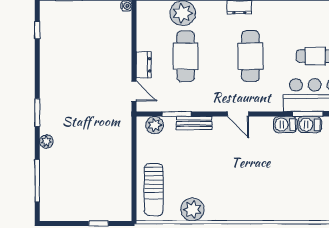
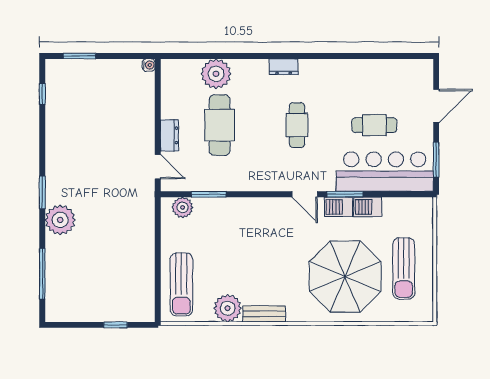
cafe table: (250, 56) -> (297, 125), width x0.73, depth x0.74
door: (238, 114) -> (305, 194), moved
window: (308, 114) -> (345, 194), moved
bench: (194, 123) -> (264, 314), moved
plant: (46, 141) -> (60, 220), width x1.87, depth x1.87
parasol: (291, 183) -> (345, 277), added

